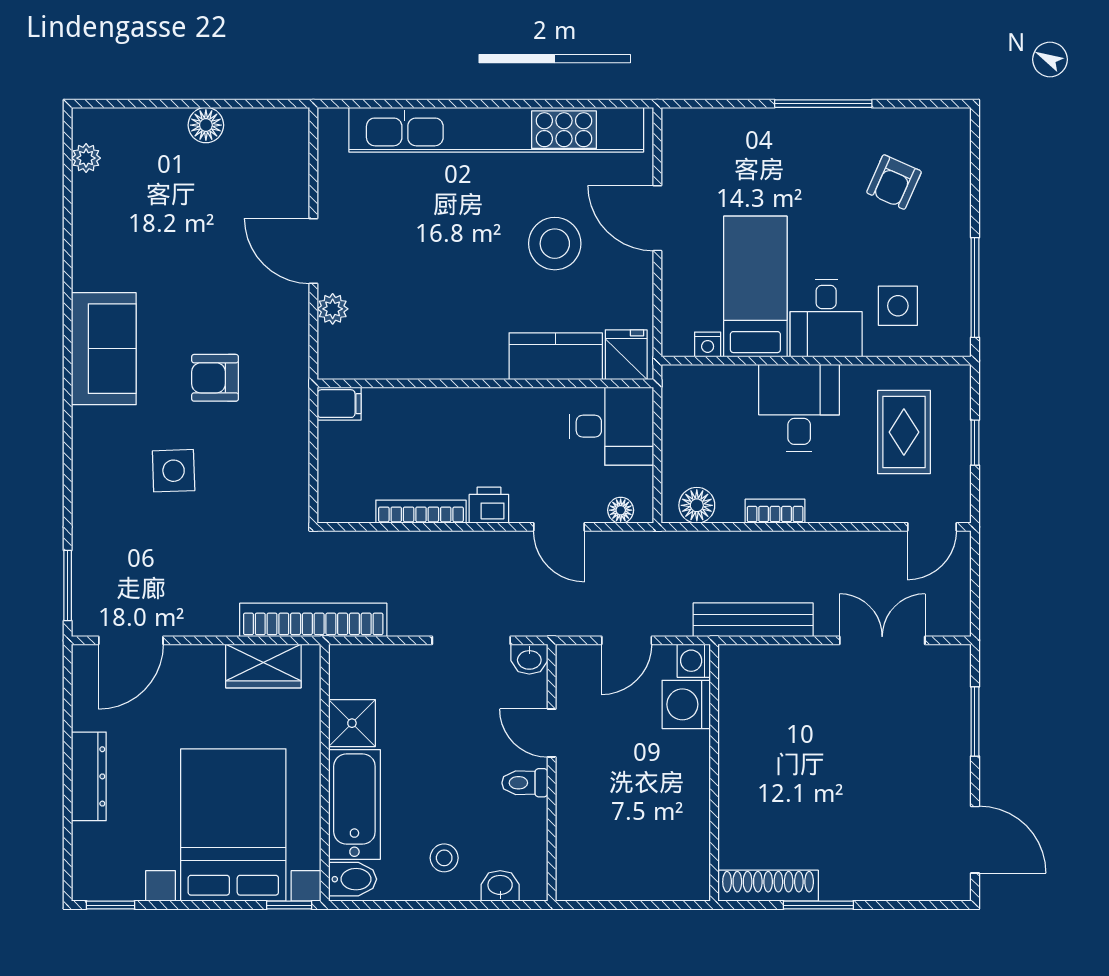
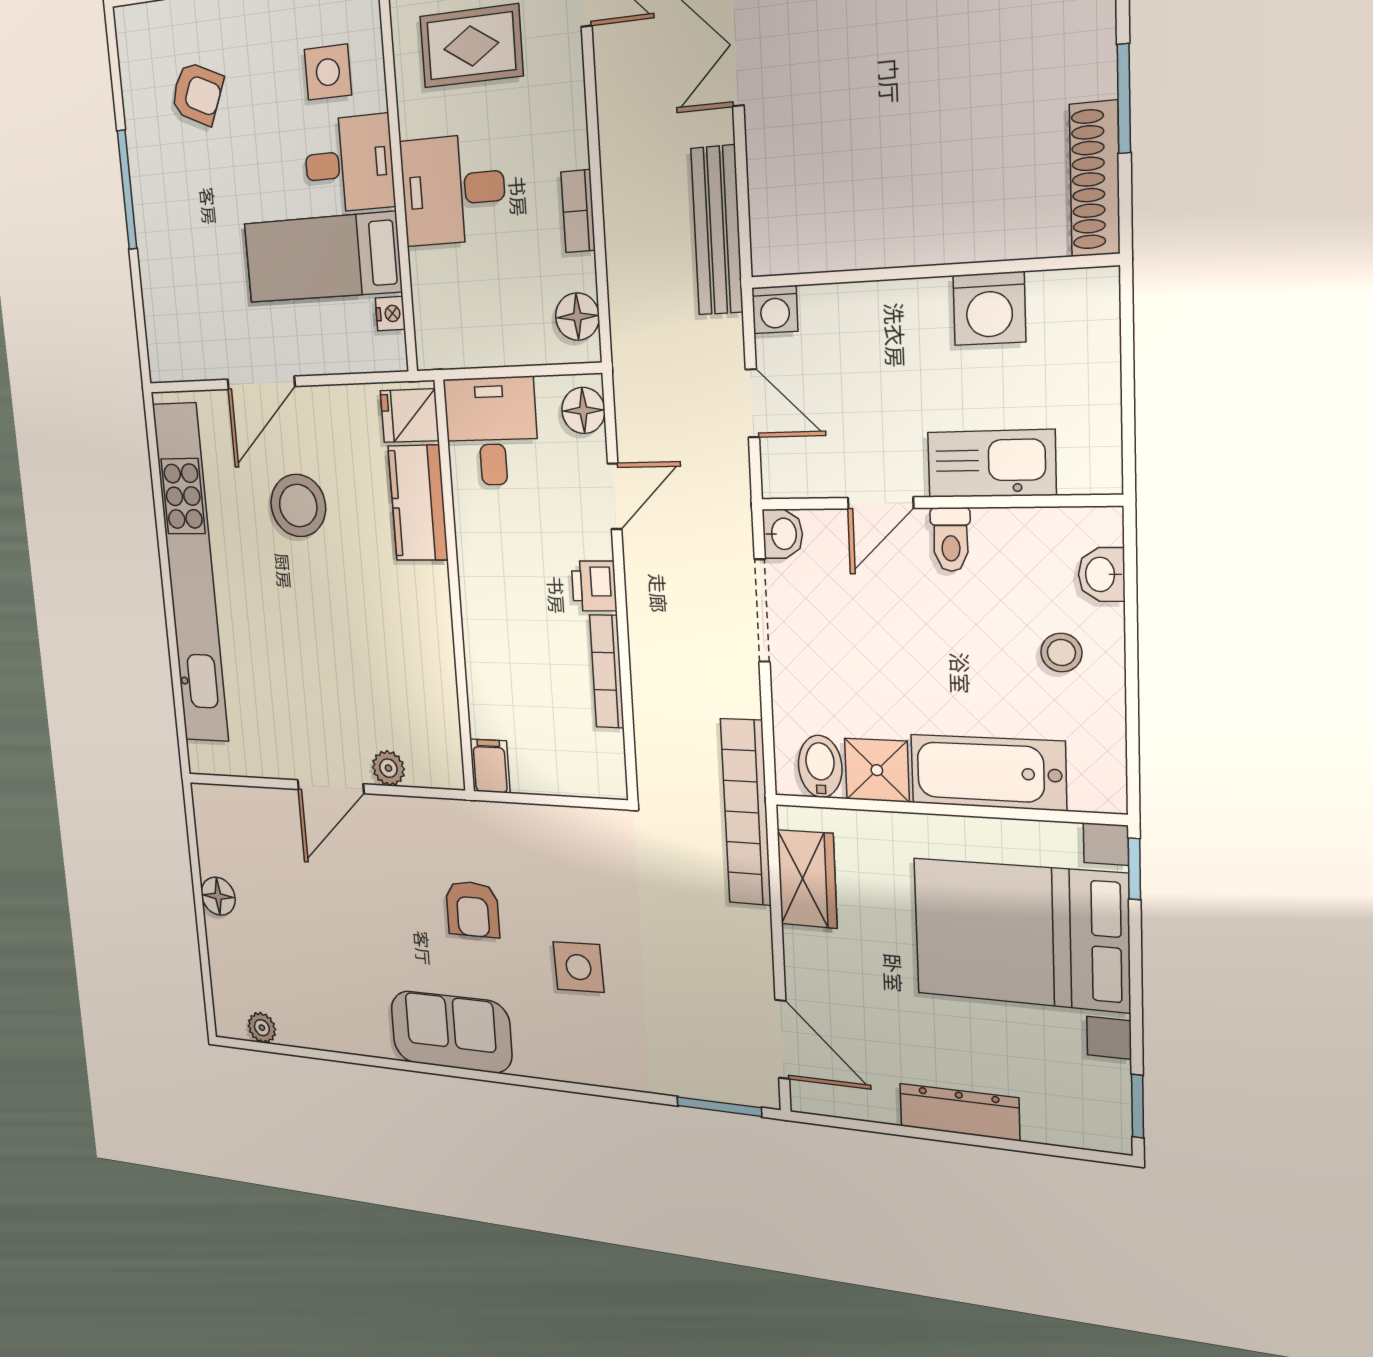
floor lamp: (621, 510) -> (583, 410), width x1.37, depth x1.37
washing machine: (686, 704) -> (989, 309), moved
kitchen sink: (579, 813) -> (991, 464), added
bidet: (353, 879) -> (820, 766), moved

